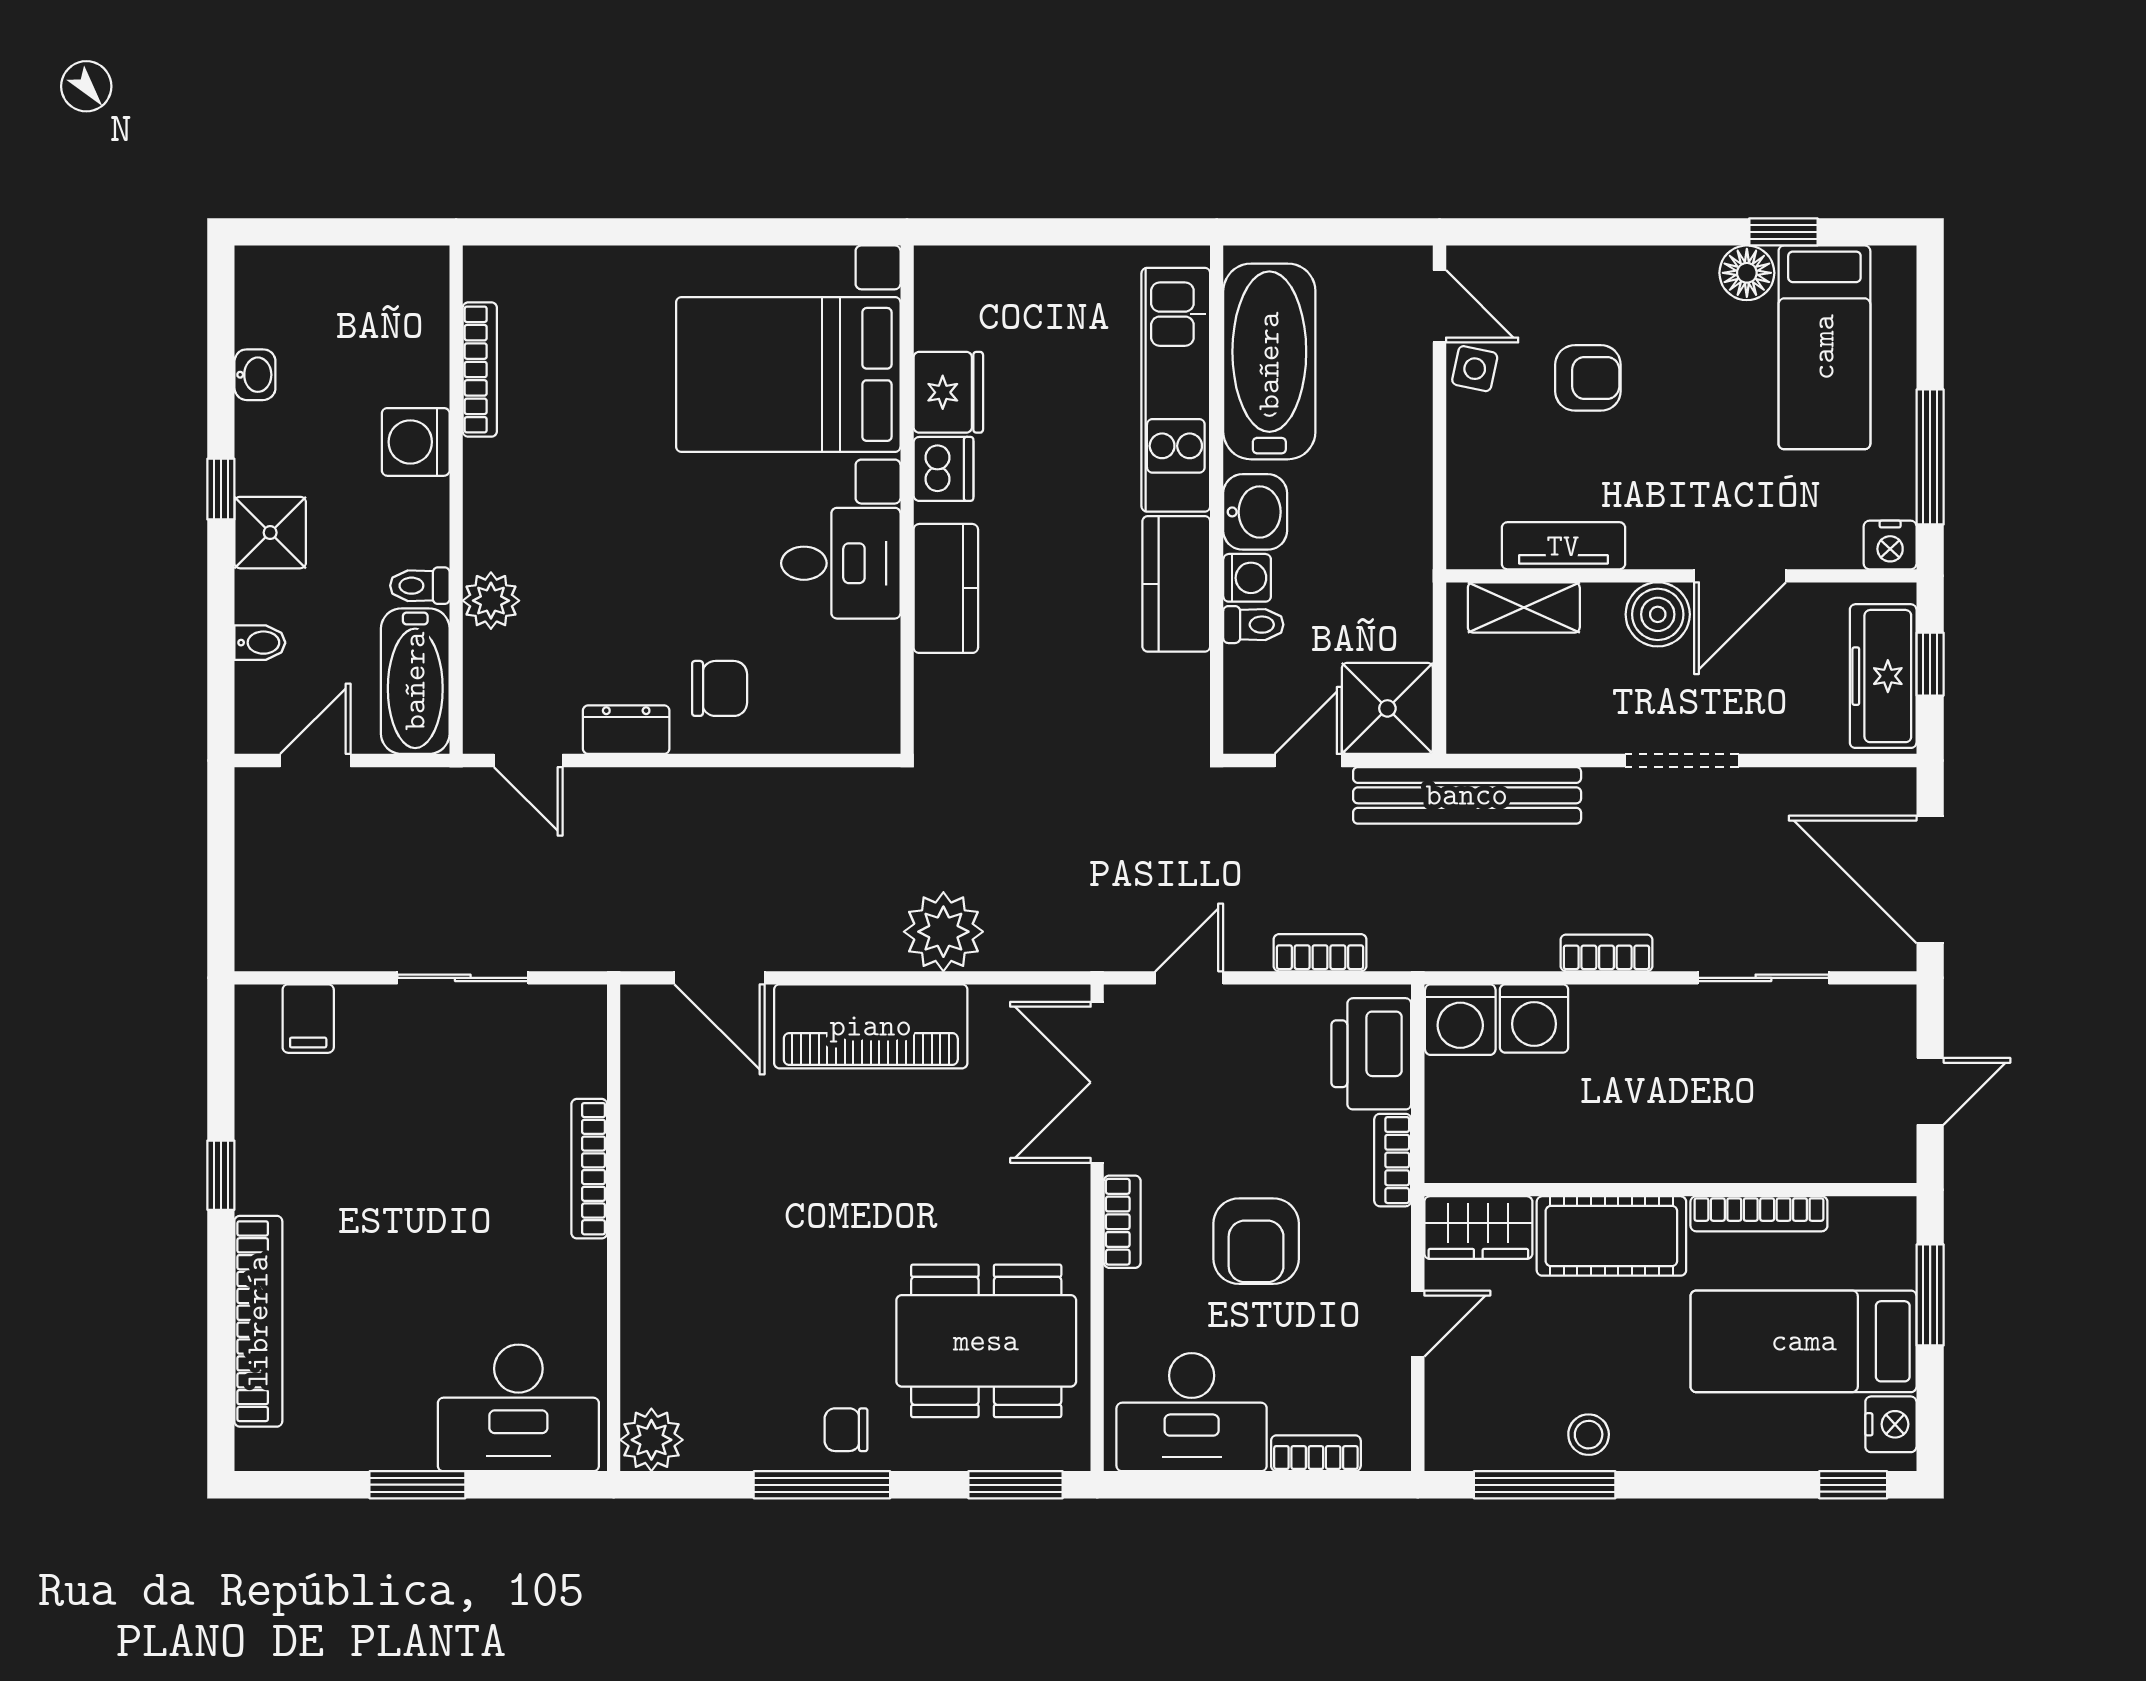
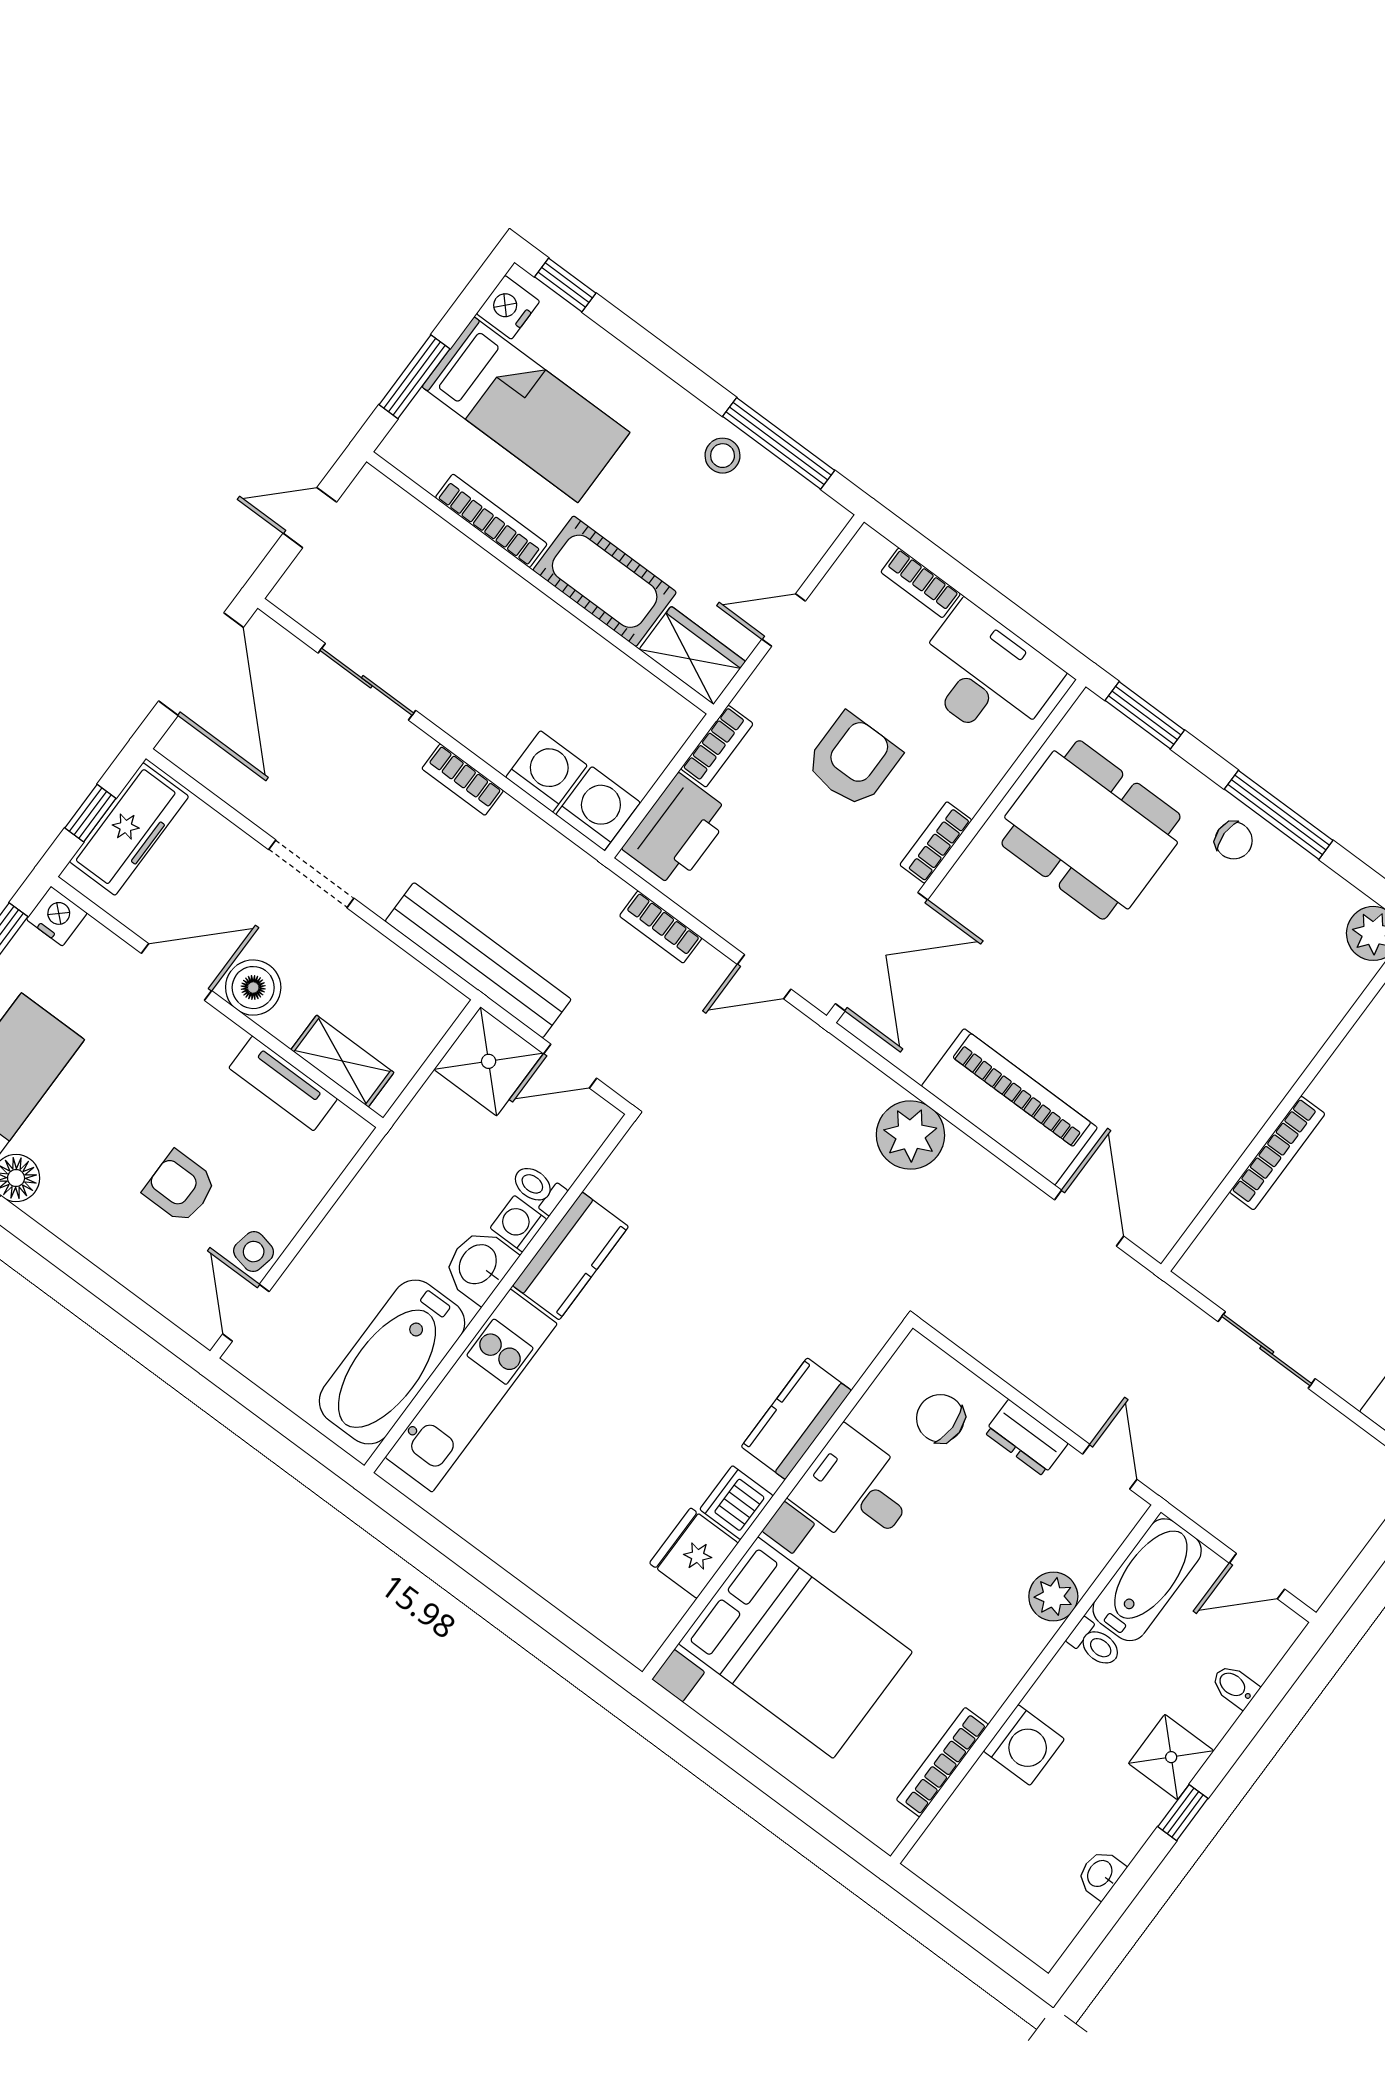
bed with nightstands: (788, 374) -> (795, 1648), moved
fridge: (948, 392) -> (694, 1553), moved
dishwasher: (943, 469) -> (737, 1503), moved
wall: (907, 500) -> (778, 1500), moved
desk: (841, 563) -> (856, 1490), moved
kitchen counter: (946, 588) -> (796, 1419), moved

